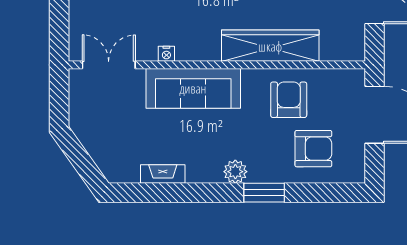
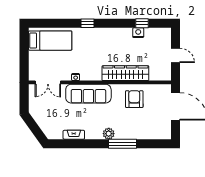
double door: (109, 65) -> (48, 82), swing flipped
armchair: (313, 149) -> (146, 123), removed
window: (264, 193) -> (123, 144), width x1.44

